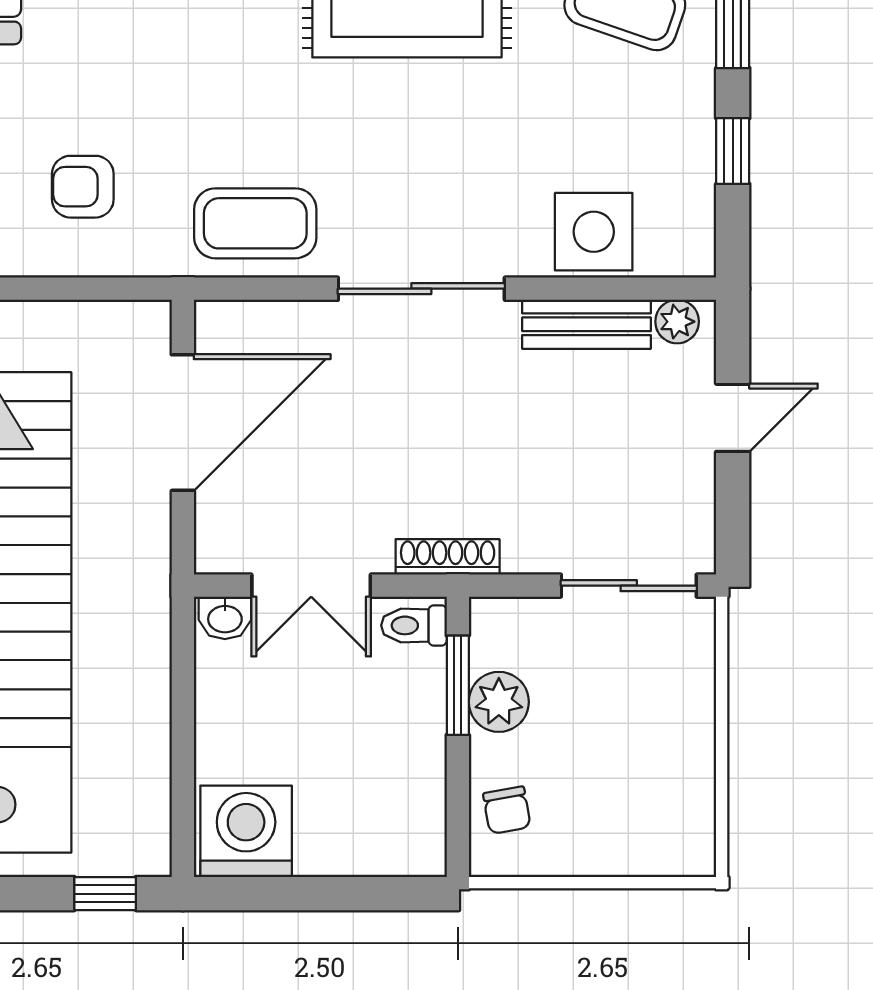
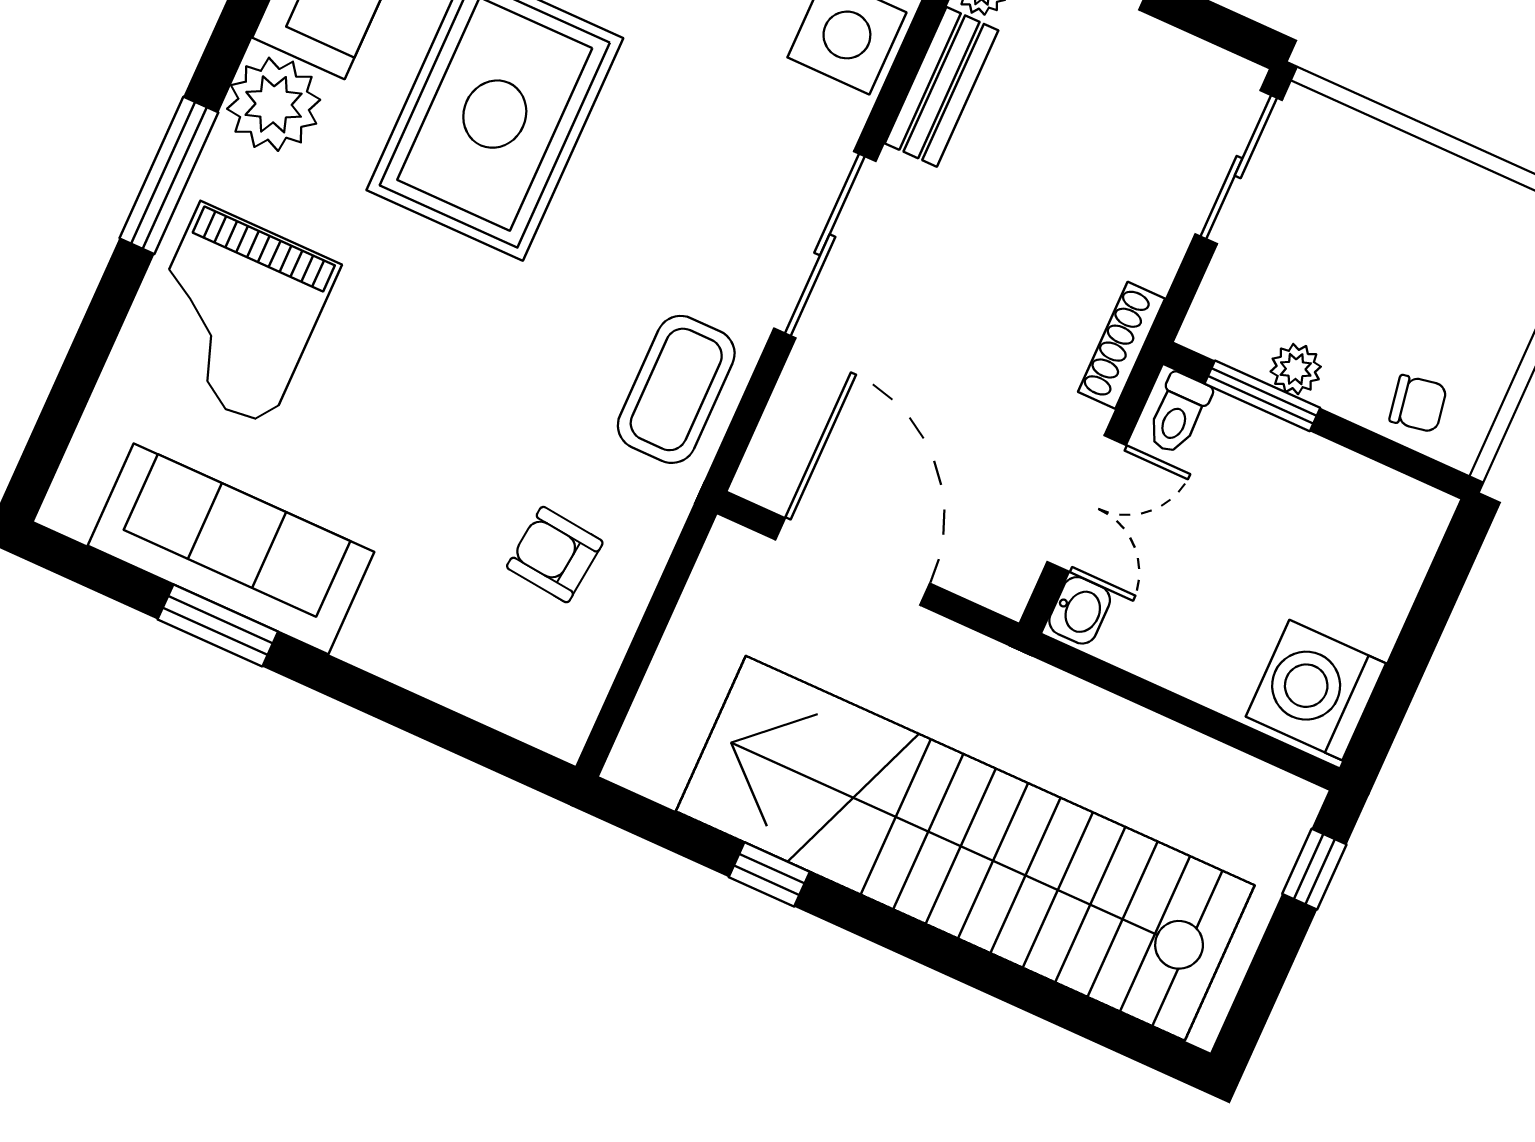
armchair: (83, 187) -> (555, 555), turned 96
plant: (499, 702) -> (1296, 369), width x0.73, depth x0.73

